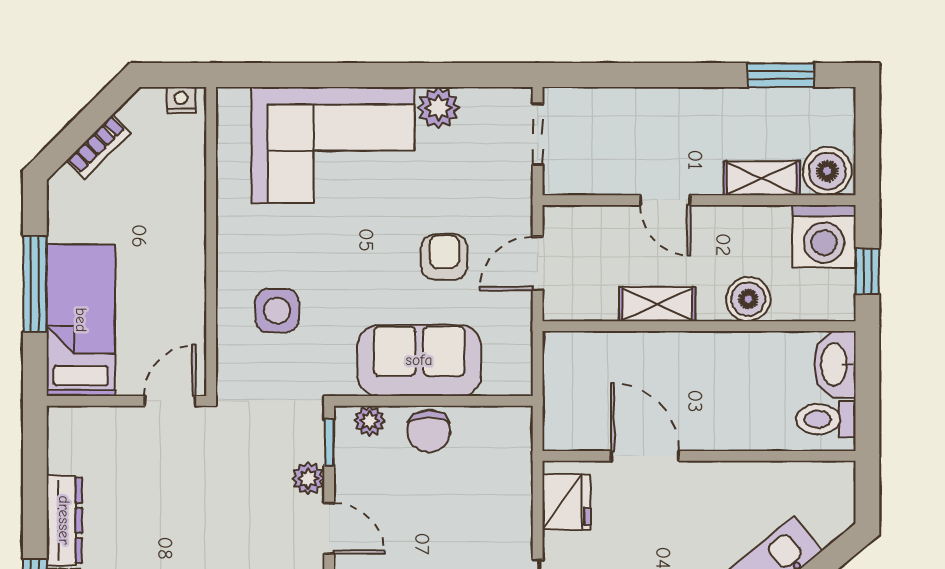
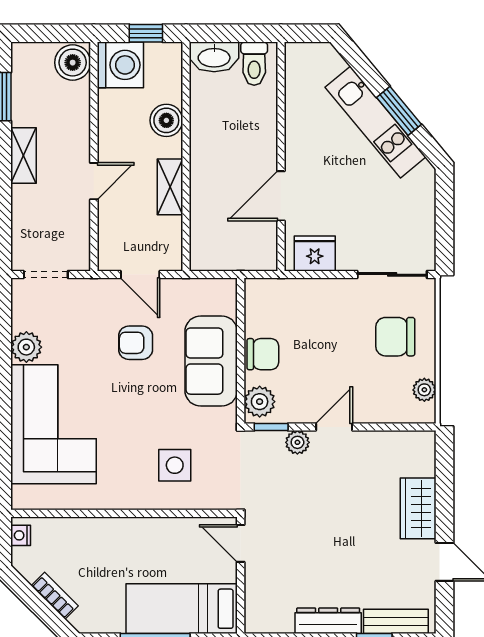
shelving: (762, 178) -> (23, 155), moved
plant: (370, 421) -> (260, 402), width x1.38, depth x1.38

